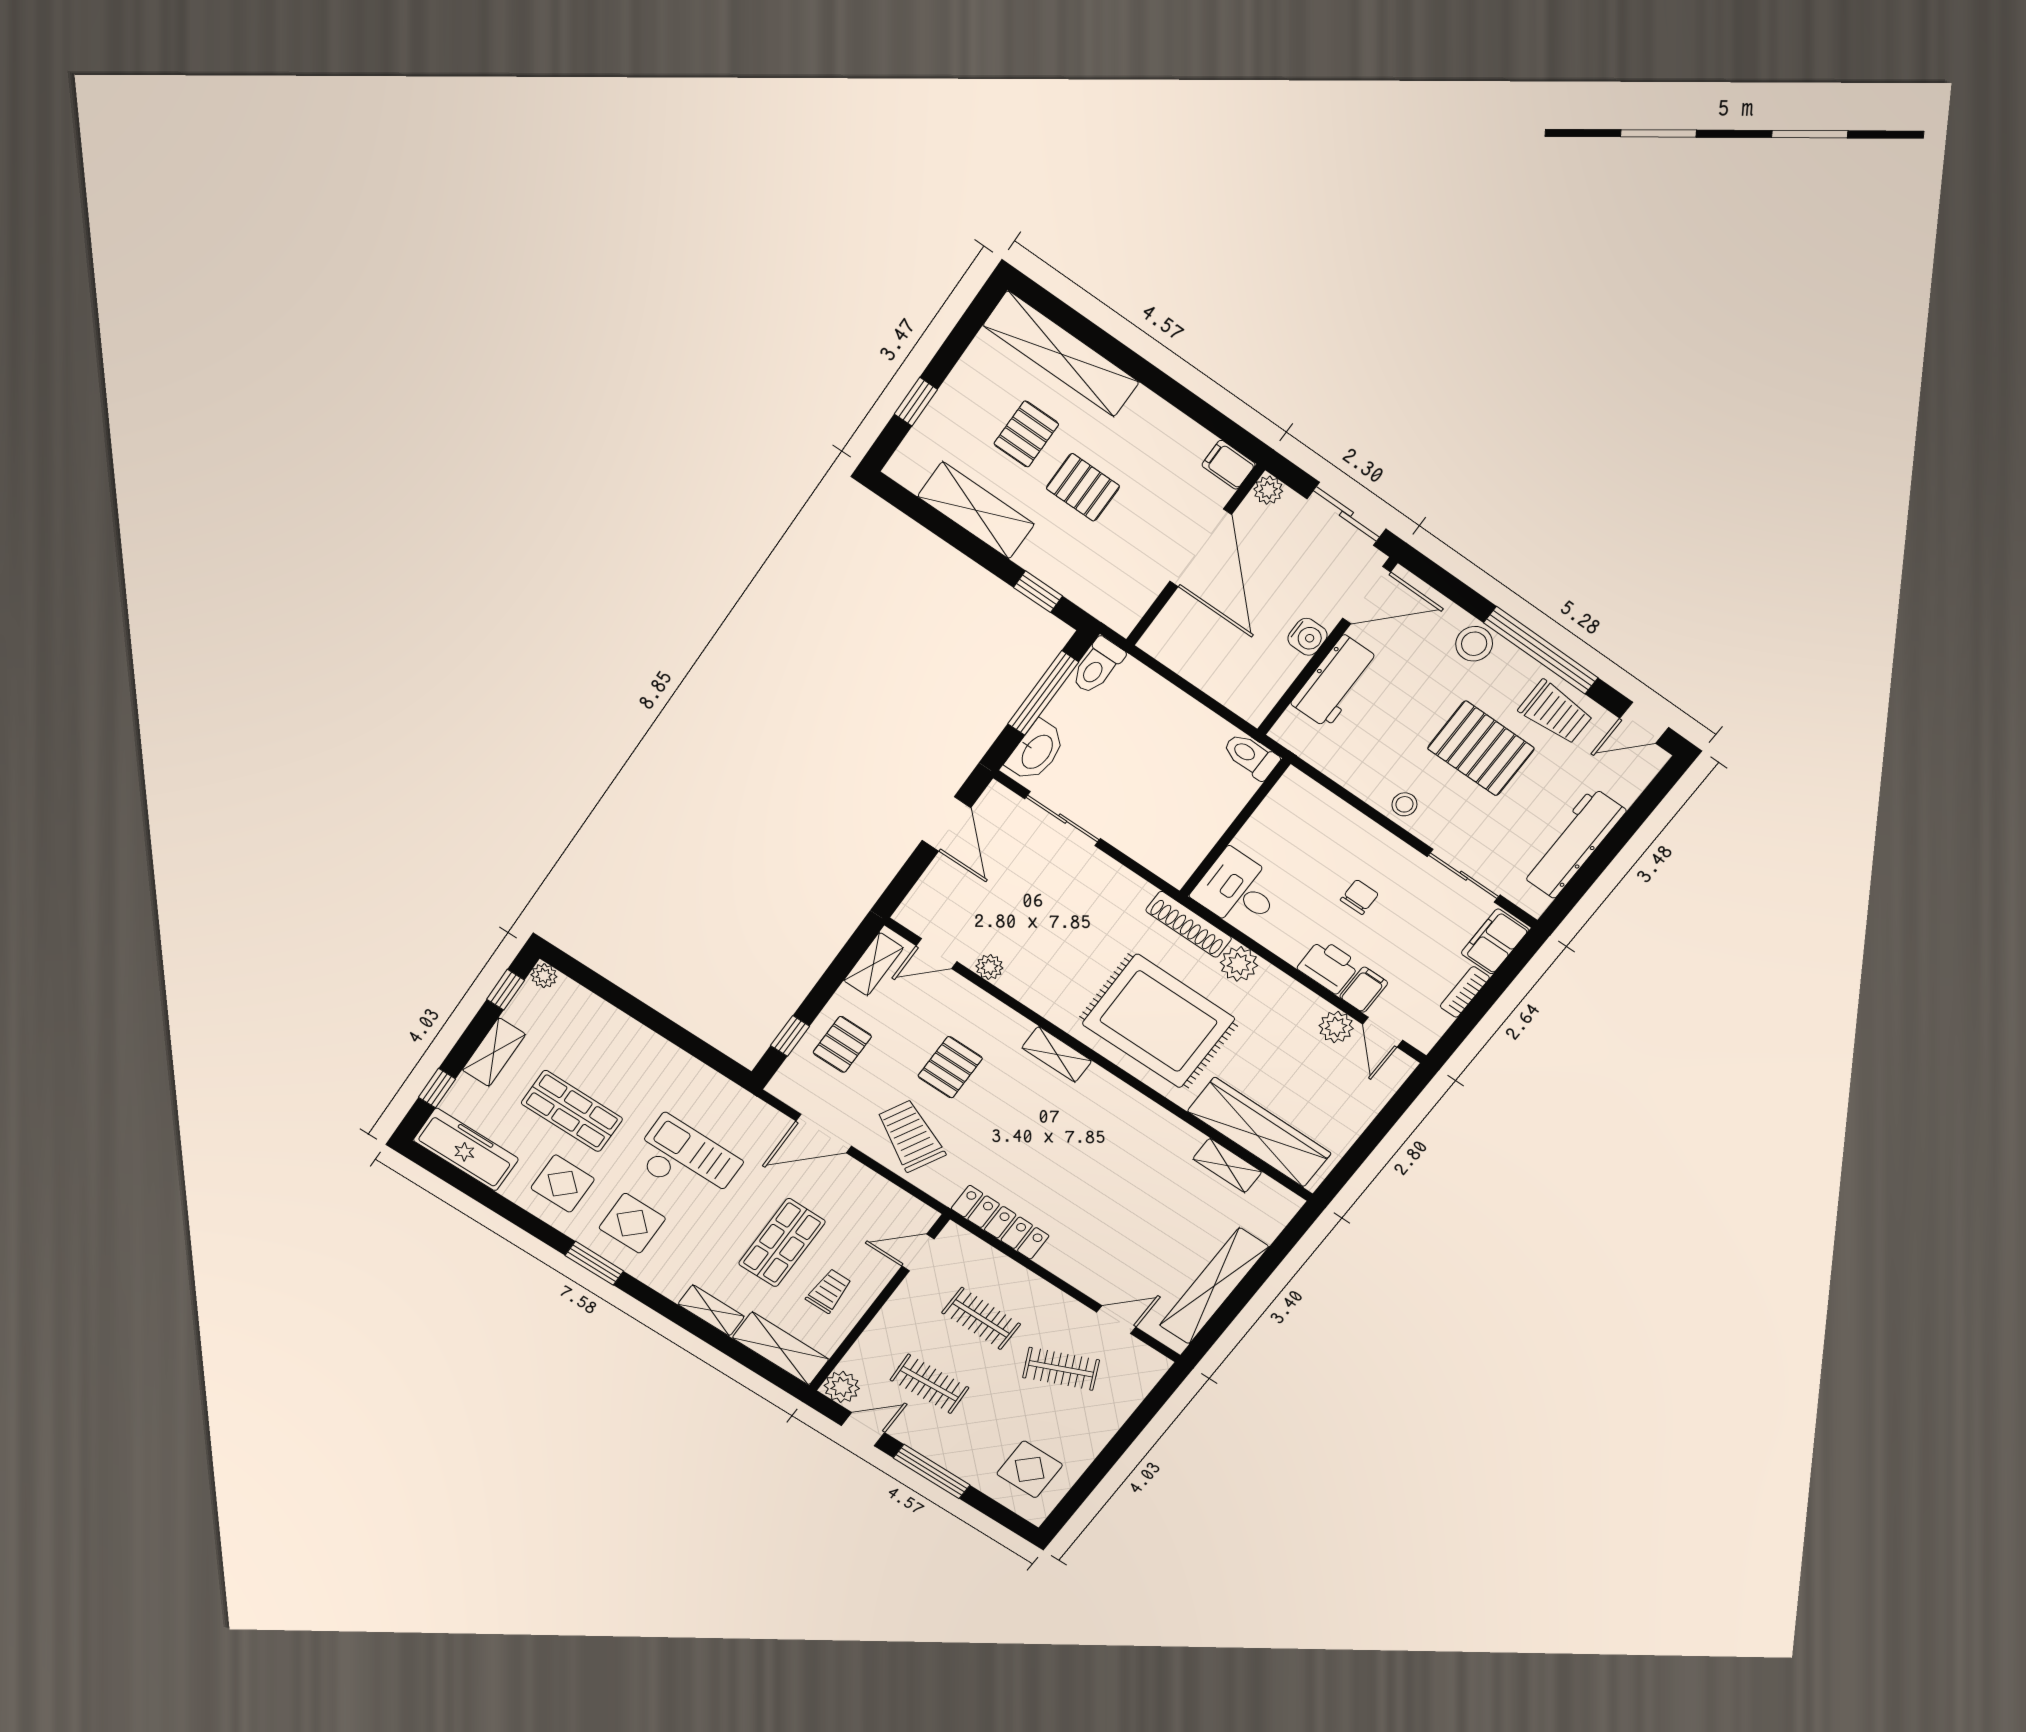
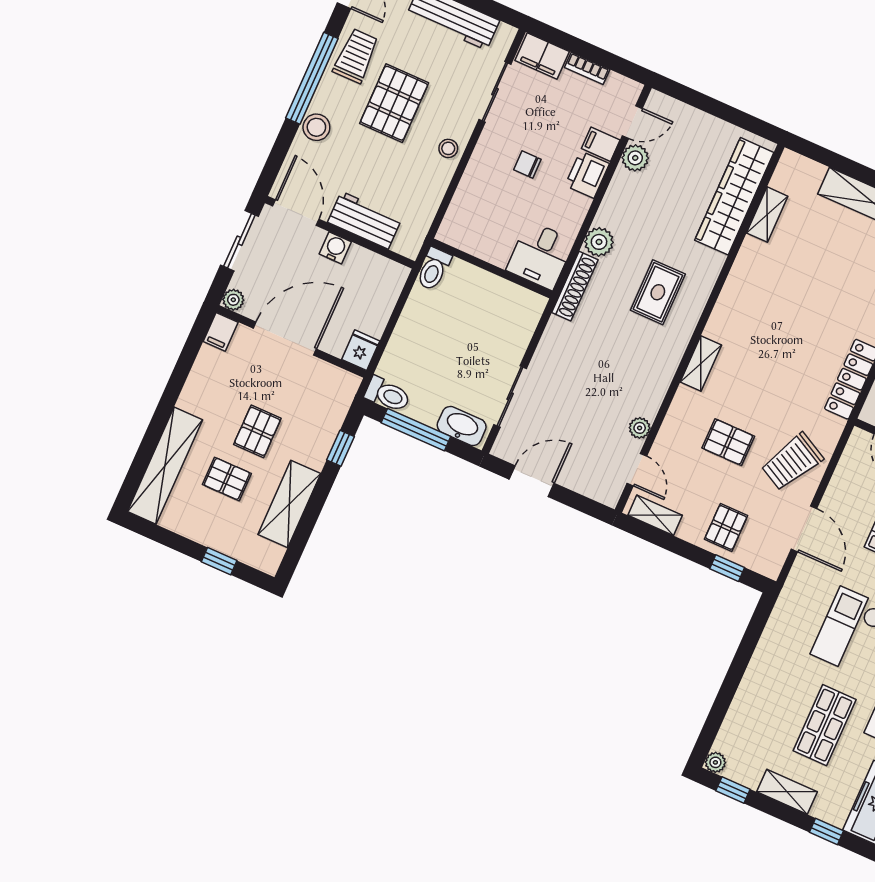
fridge: (1164, 643) -> (361, 350), added
rug: (1159, 1021) -> (658, 292), width x0.54, depth x0.49
pallet: (842, 1044) -> (726, 527), turned 90

